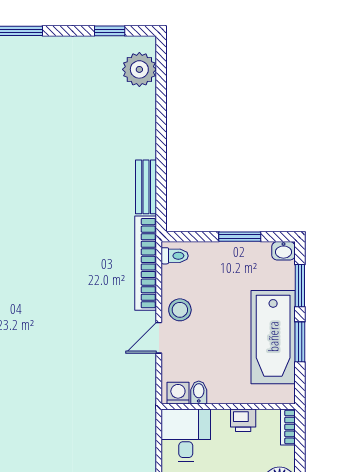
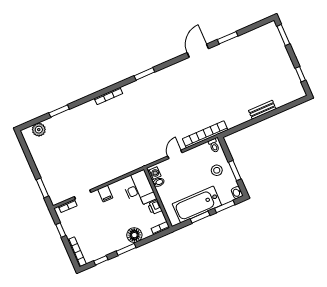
plant: (139, 69) -> (289, 95), removed
bench: (146, 187) -> (262, 110), moved
stool: (180, 310) -> (217, 170), moved
door: (159, 338) -> (175, 154), hinge flipped
desk: (186, 435) -> (139, 189), width x1.37

